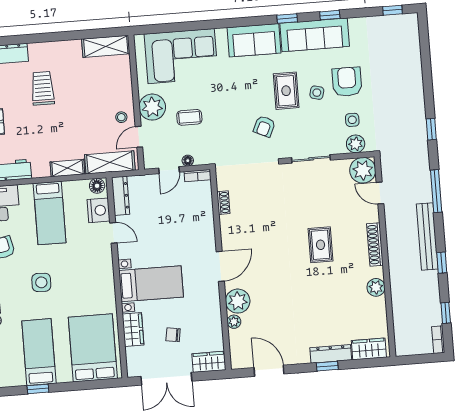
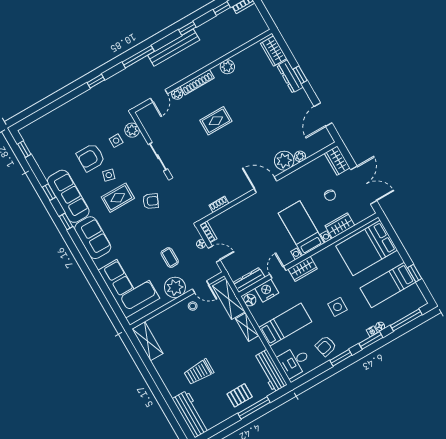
plant: (363, 170) -> (177, 94), moved, width x0.53, depth x0.53
wardrobe: (104, 263) -> (303, 269), added

